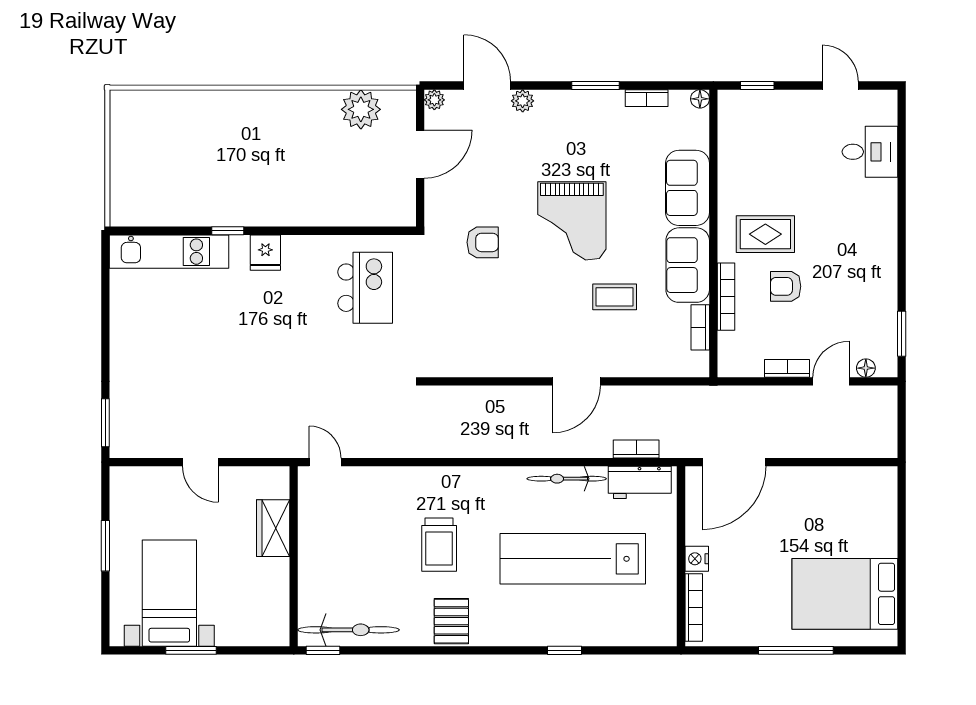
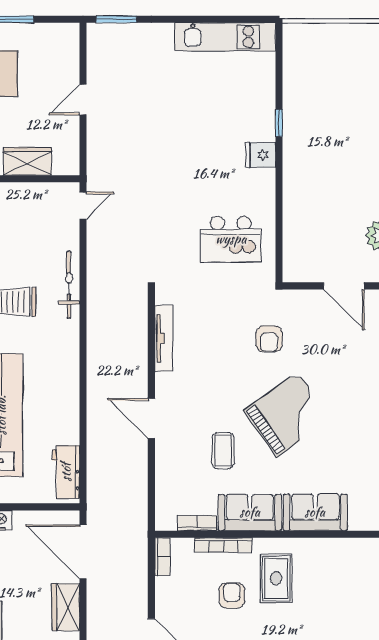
grand piano: (572, 221) -> (287, 414), turned 145
kitchen unit: (169, 252) -> (225, 37), moved, turned -90
tv unit: (482, 367) -> (164, 338), added
bookcase: (787, 368) -> (162, 557), moved
bookcase: (636, 449) -> (94, 469), removed
bicycle: (567, 479) -> (69, 285), moved
wardrobe: (800, 482) -> (66, 607), added

